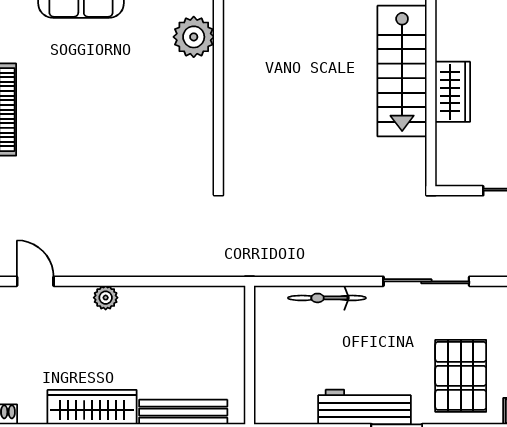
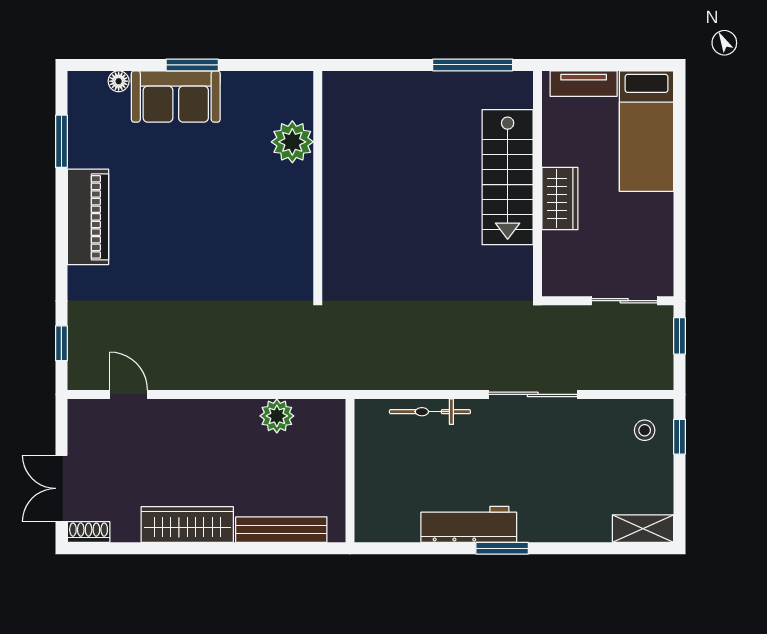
plant: (106, 298) -> (277, 416), moved, width x1.38, depth x1.38
pallet: (461, 376) -> (568, 492), removed

